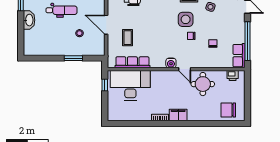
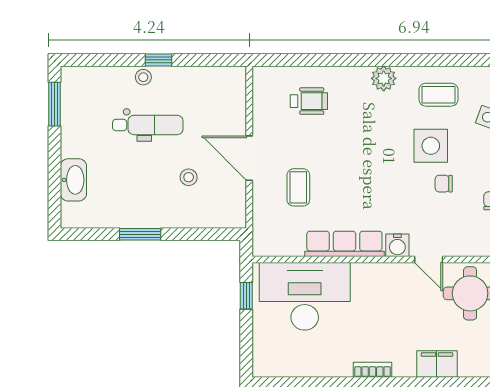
washbasin: (29, 20) -> (73, 180), moved
window: (73, 58) -> (140, 234), moved
row of seats: (132, 62) -> (344, 244), moved
filing cabinet: (178, 115) -> (437, 364), moved

